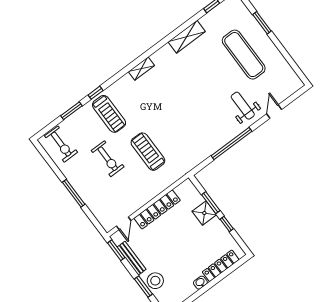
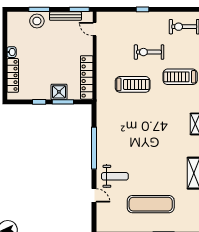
window: (74, 193) -> (143, 9), width x0.46
locker: (157, 209) -> (87, 77), moved

